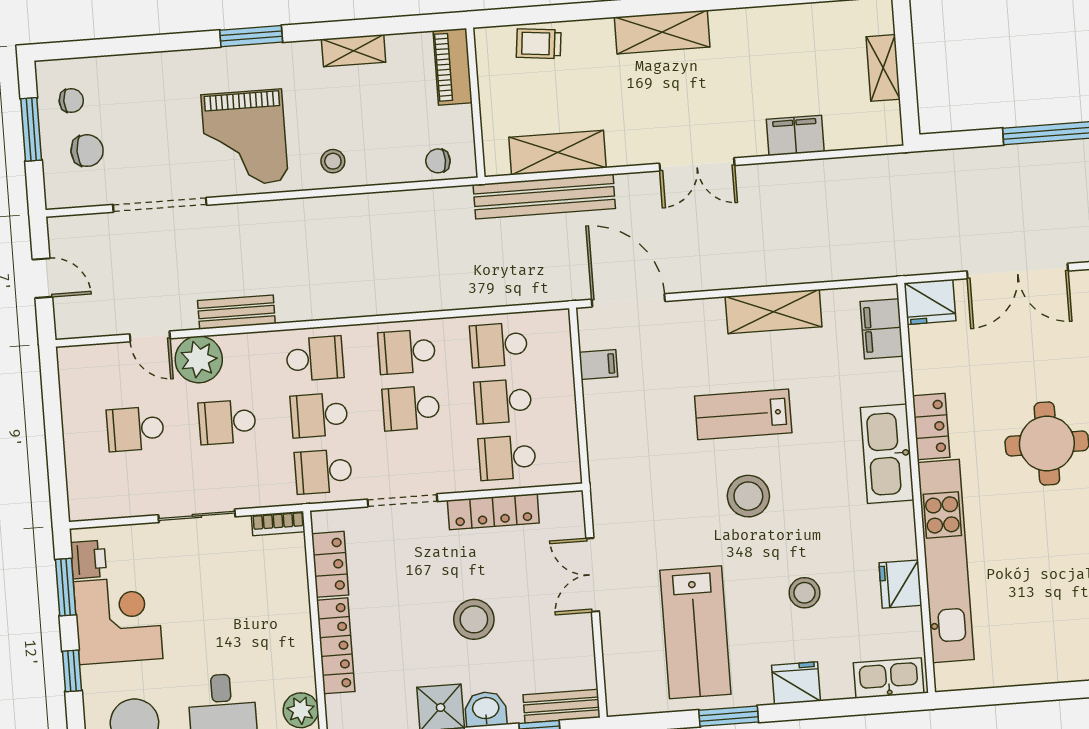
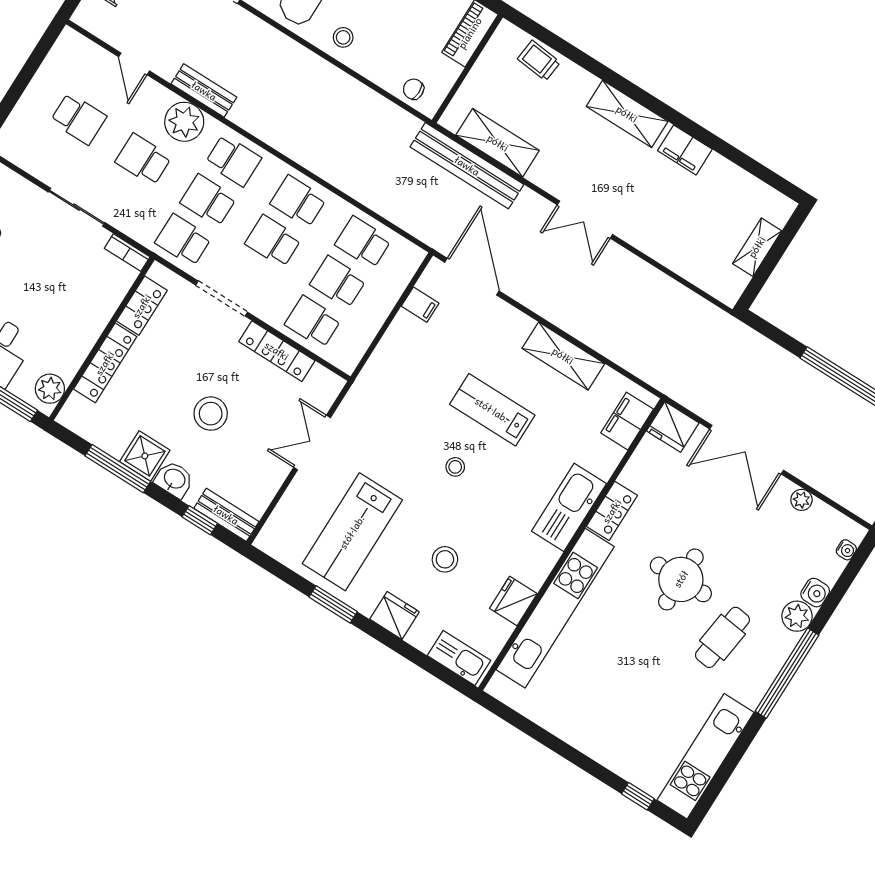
filing cabinet: (795, 135) -> (685, 150), moved, turned 180
plant: (199, 359) -> (184, 122), moved
school desk: (135, 429) -> (78, 119), turned 180
stool: (748, 496) -> (455, 467), width x0.53, depth x0.53

